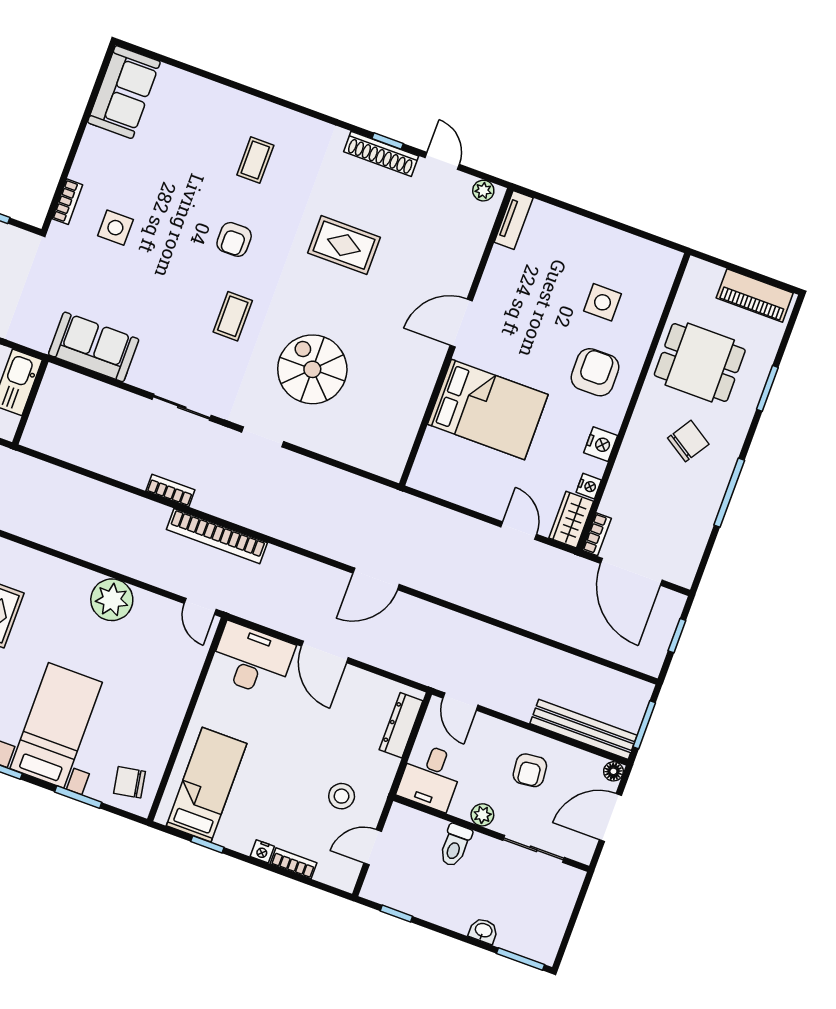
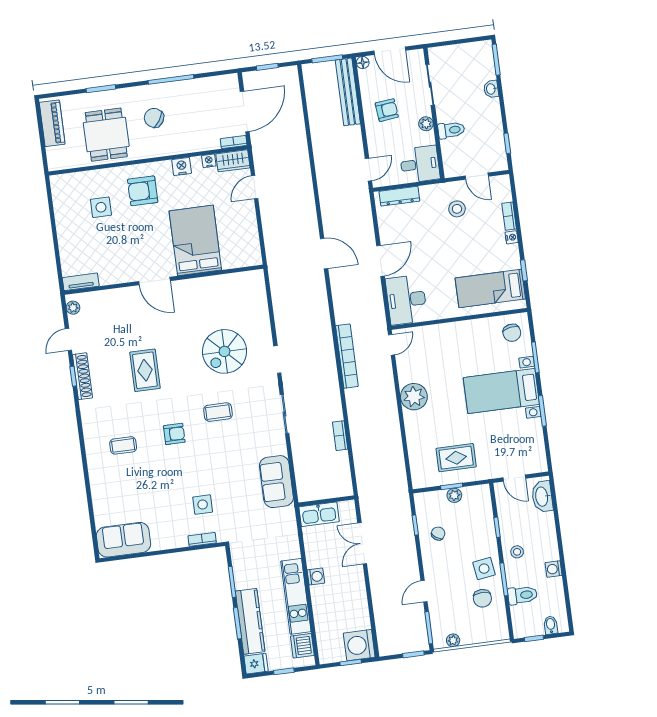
bookcase: (170, 490) -> (340, 436), moved

